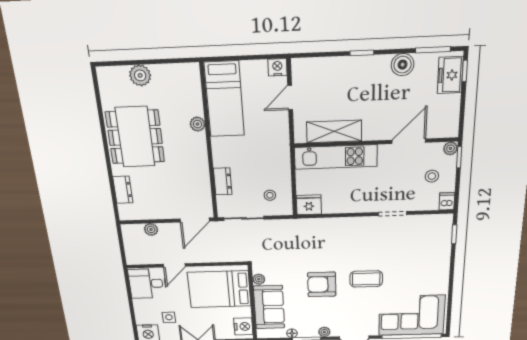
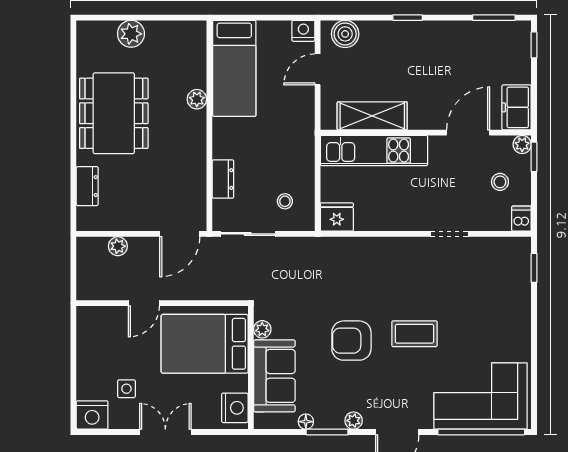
boiler: (403, 65) -> (345, 34), moved
freezer: (450, 75) -> (517, 107), moved
desk: (147, 284) -> (102, 331), removed

